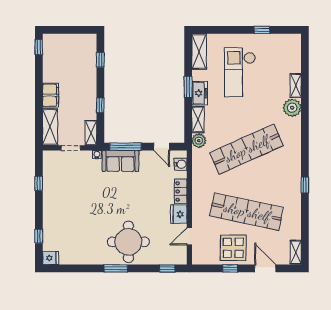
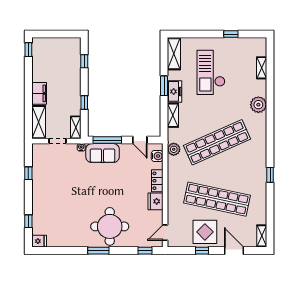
shelving: (296, 86) -> (262, 68), moved
plant: (199, 141) -> (174, 149), moved
door: (189, 236) -> (165, 233), moved

